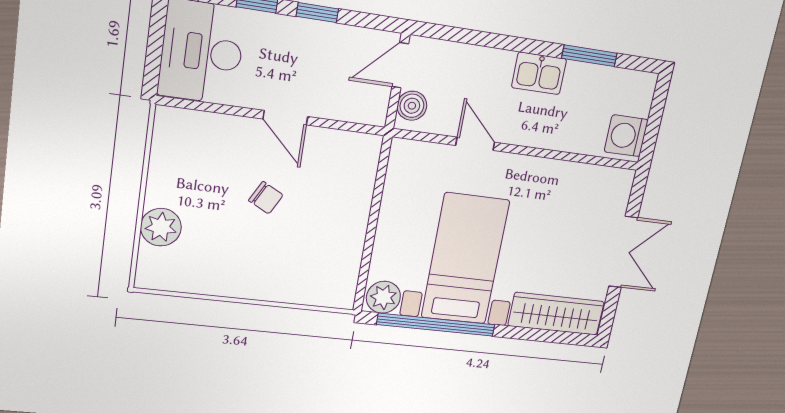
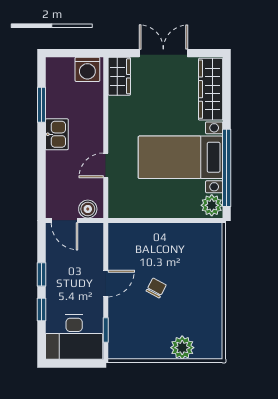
window: (207, 107) -> (106, 330), added
wardrobe: (605, 183) -> (119, 76), added

